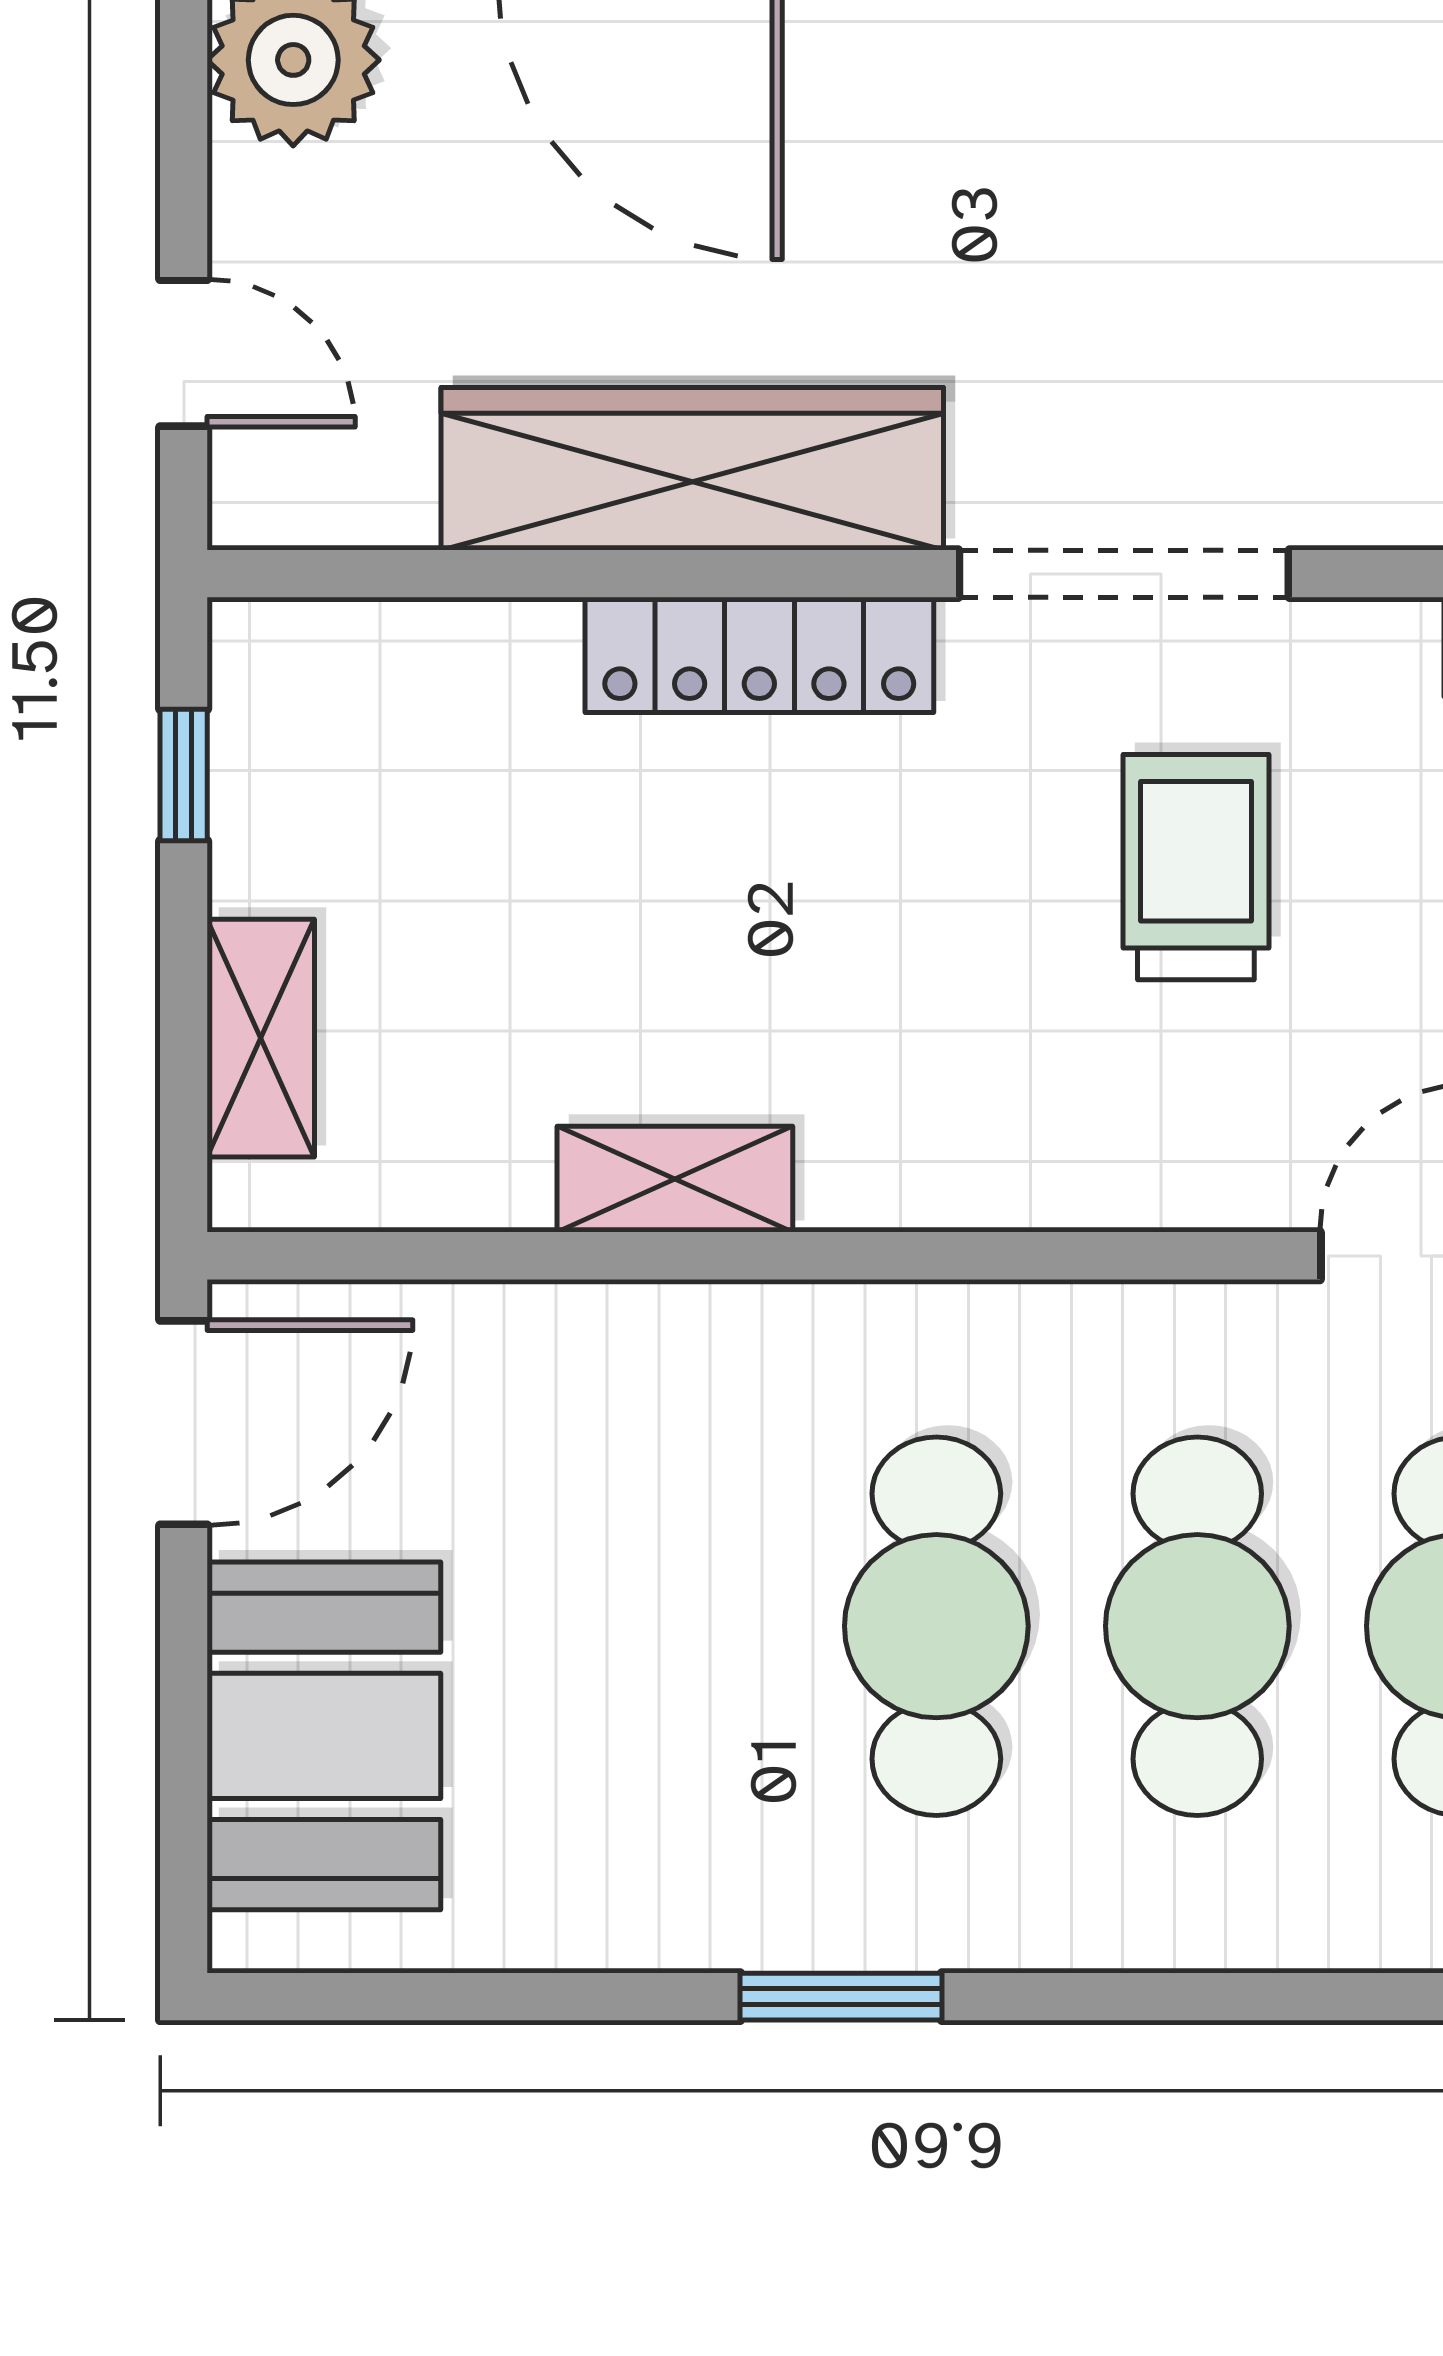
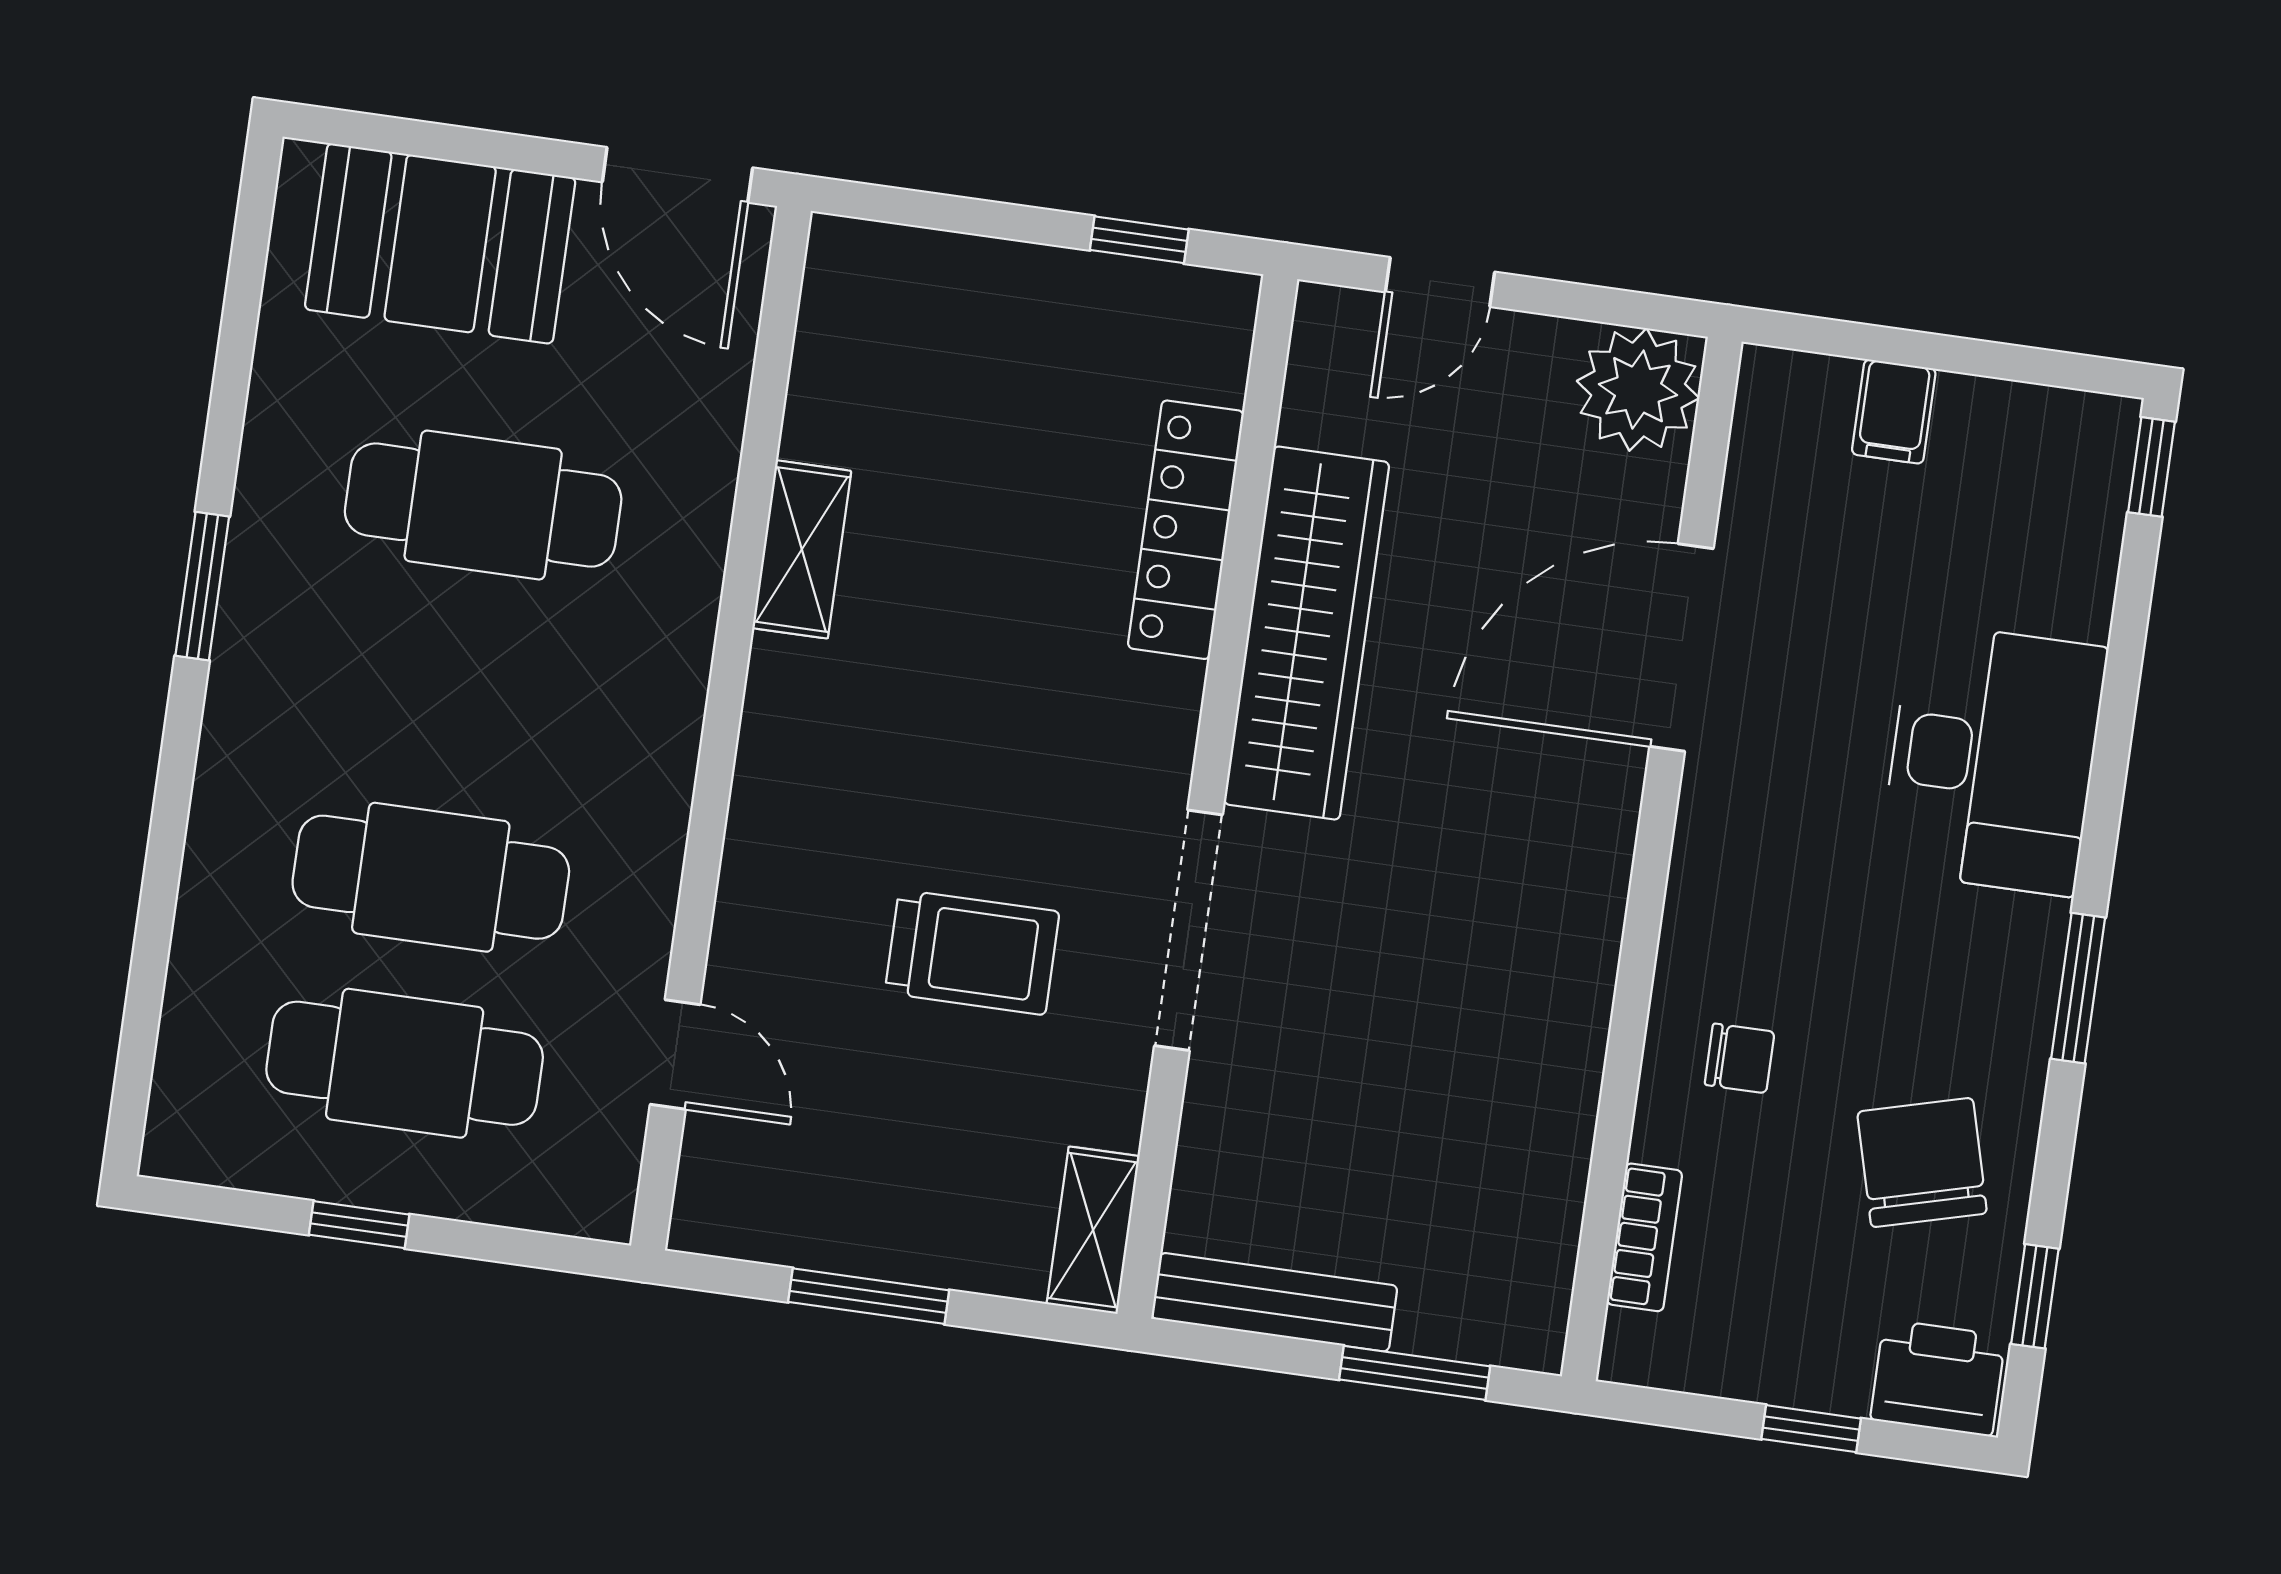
locker: (759, 655) -> (1186, 530), moved
shelving: (261, 1038) -> (944, 268), removed
cafe table: (936, 1626) -> (483, 505), moved

